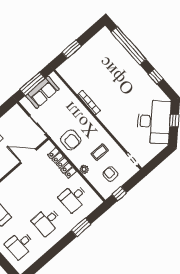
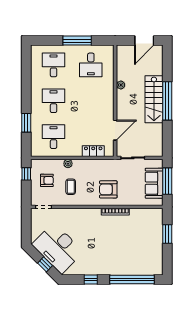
armchair: (71, 140) -> (108, 189), moved
locker: (62, 163) -> (93, 151), width x0.66

